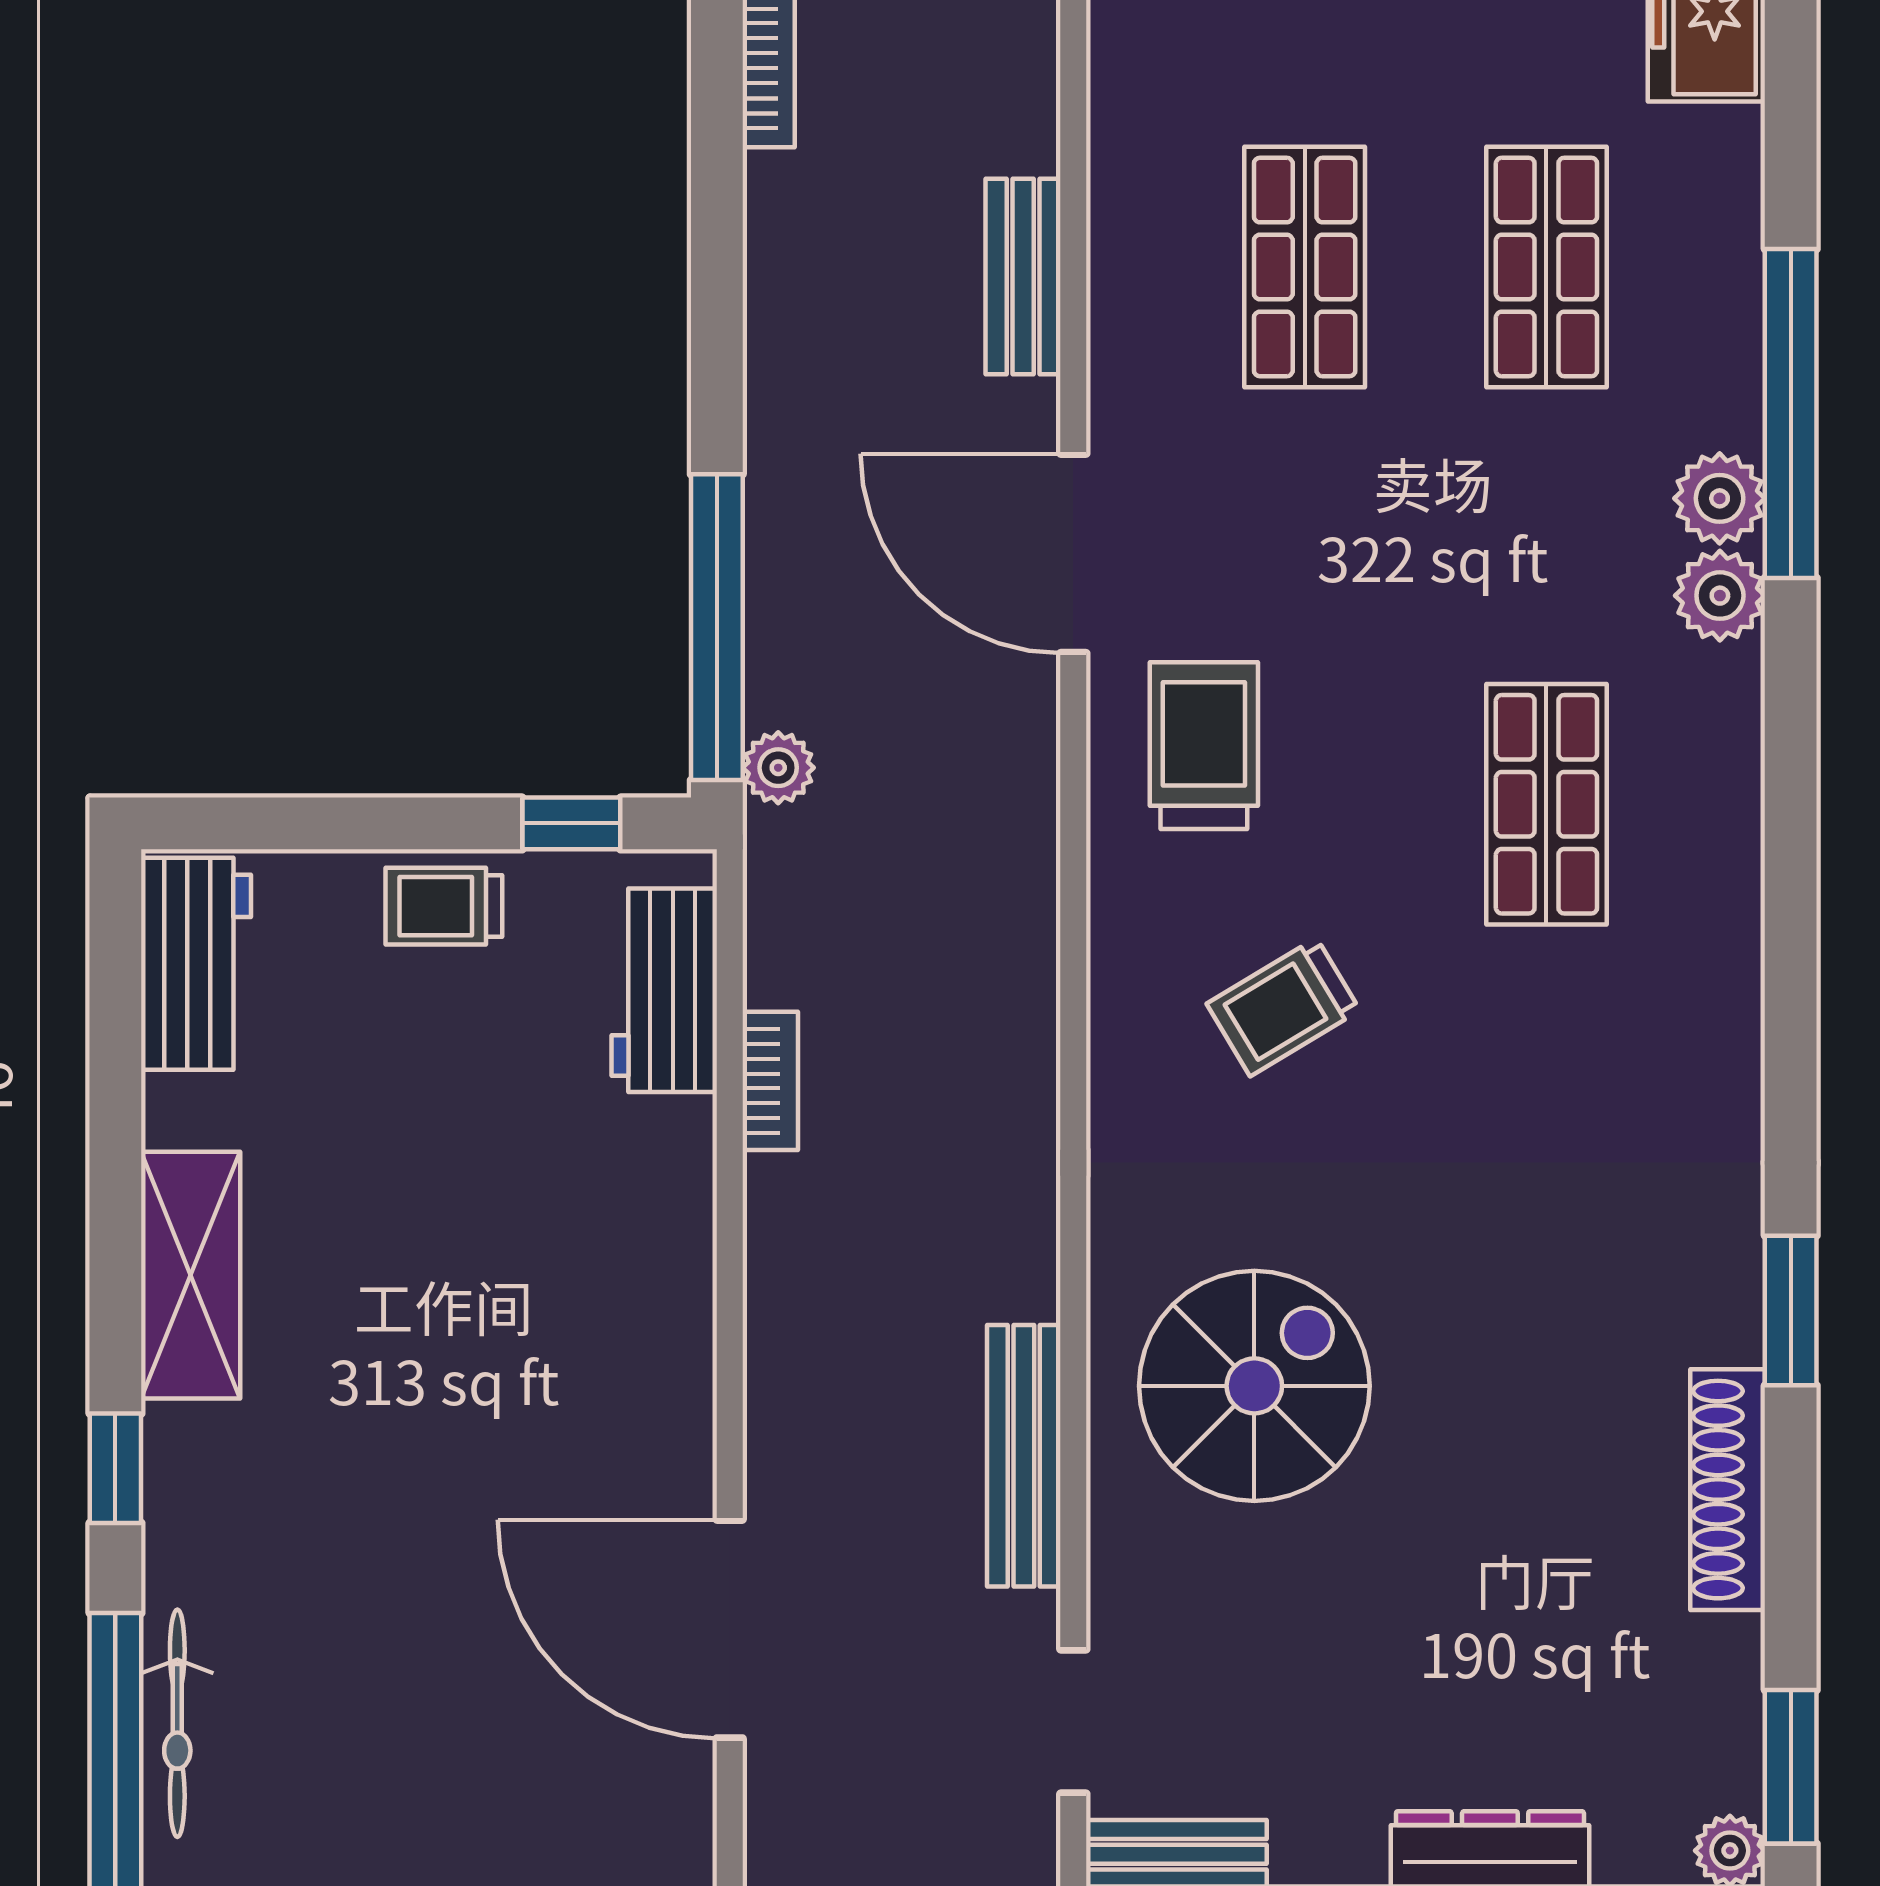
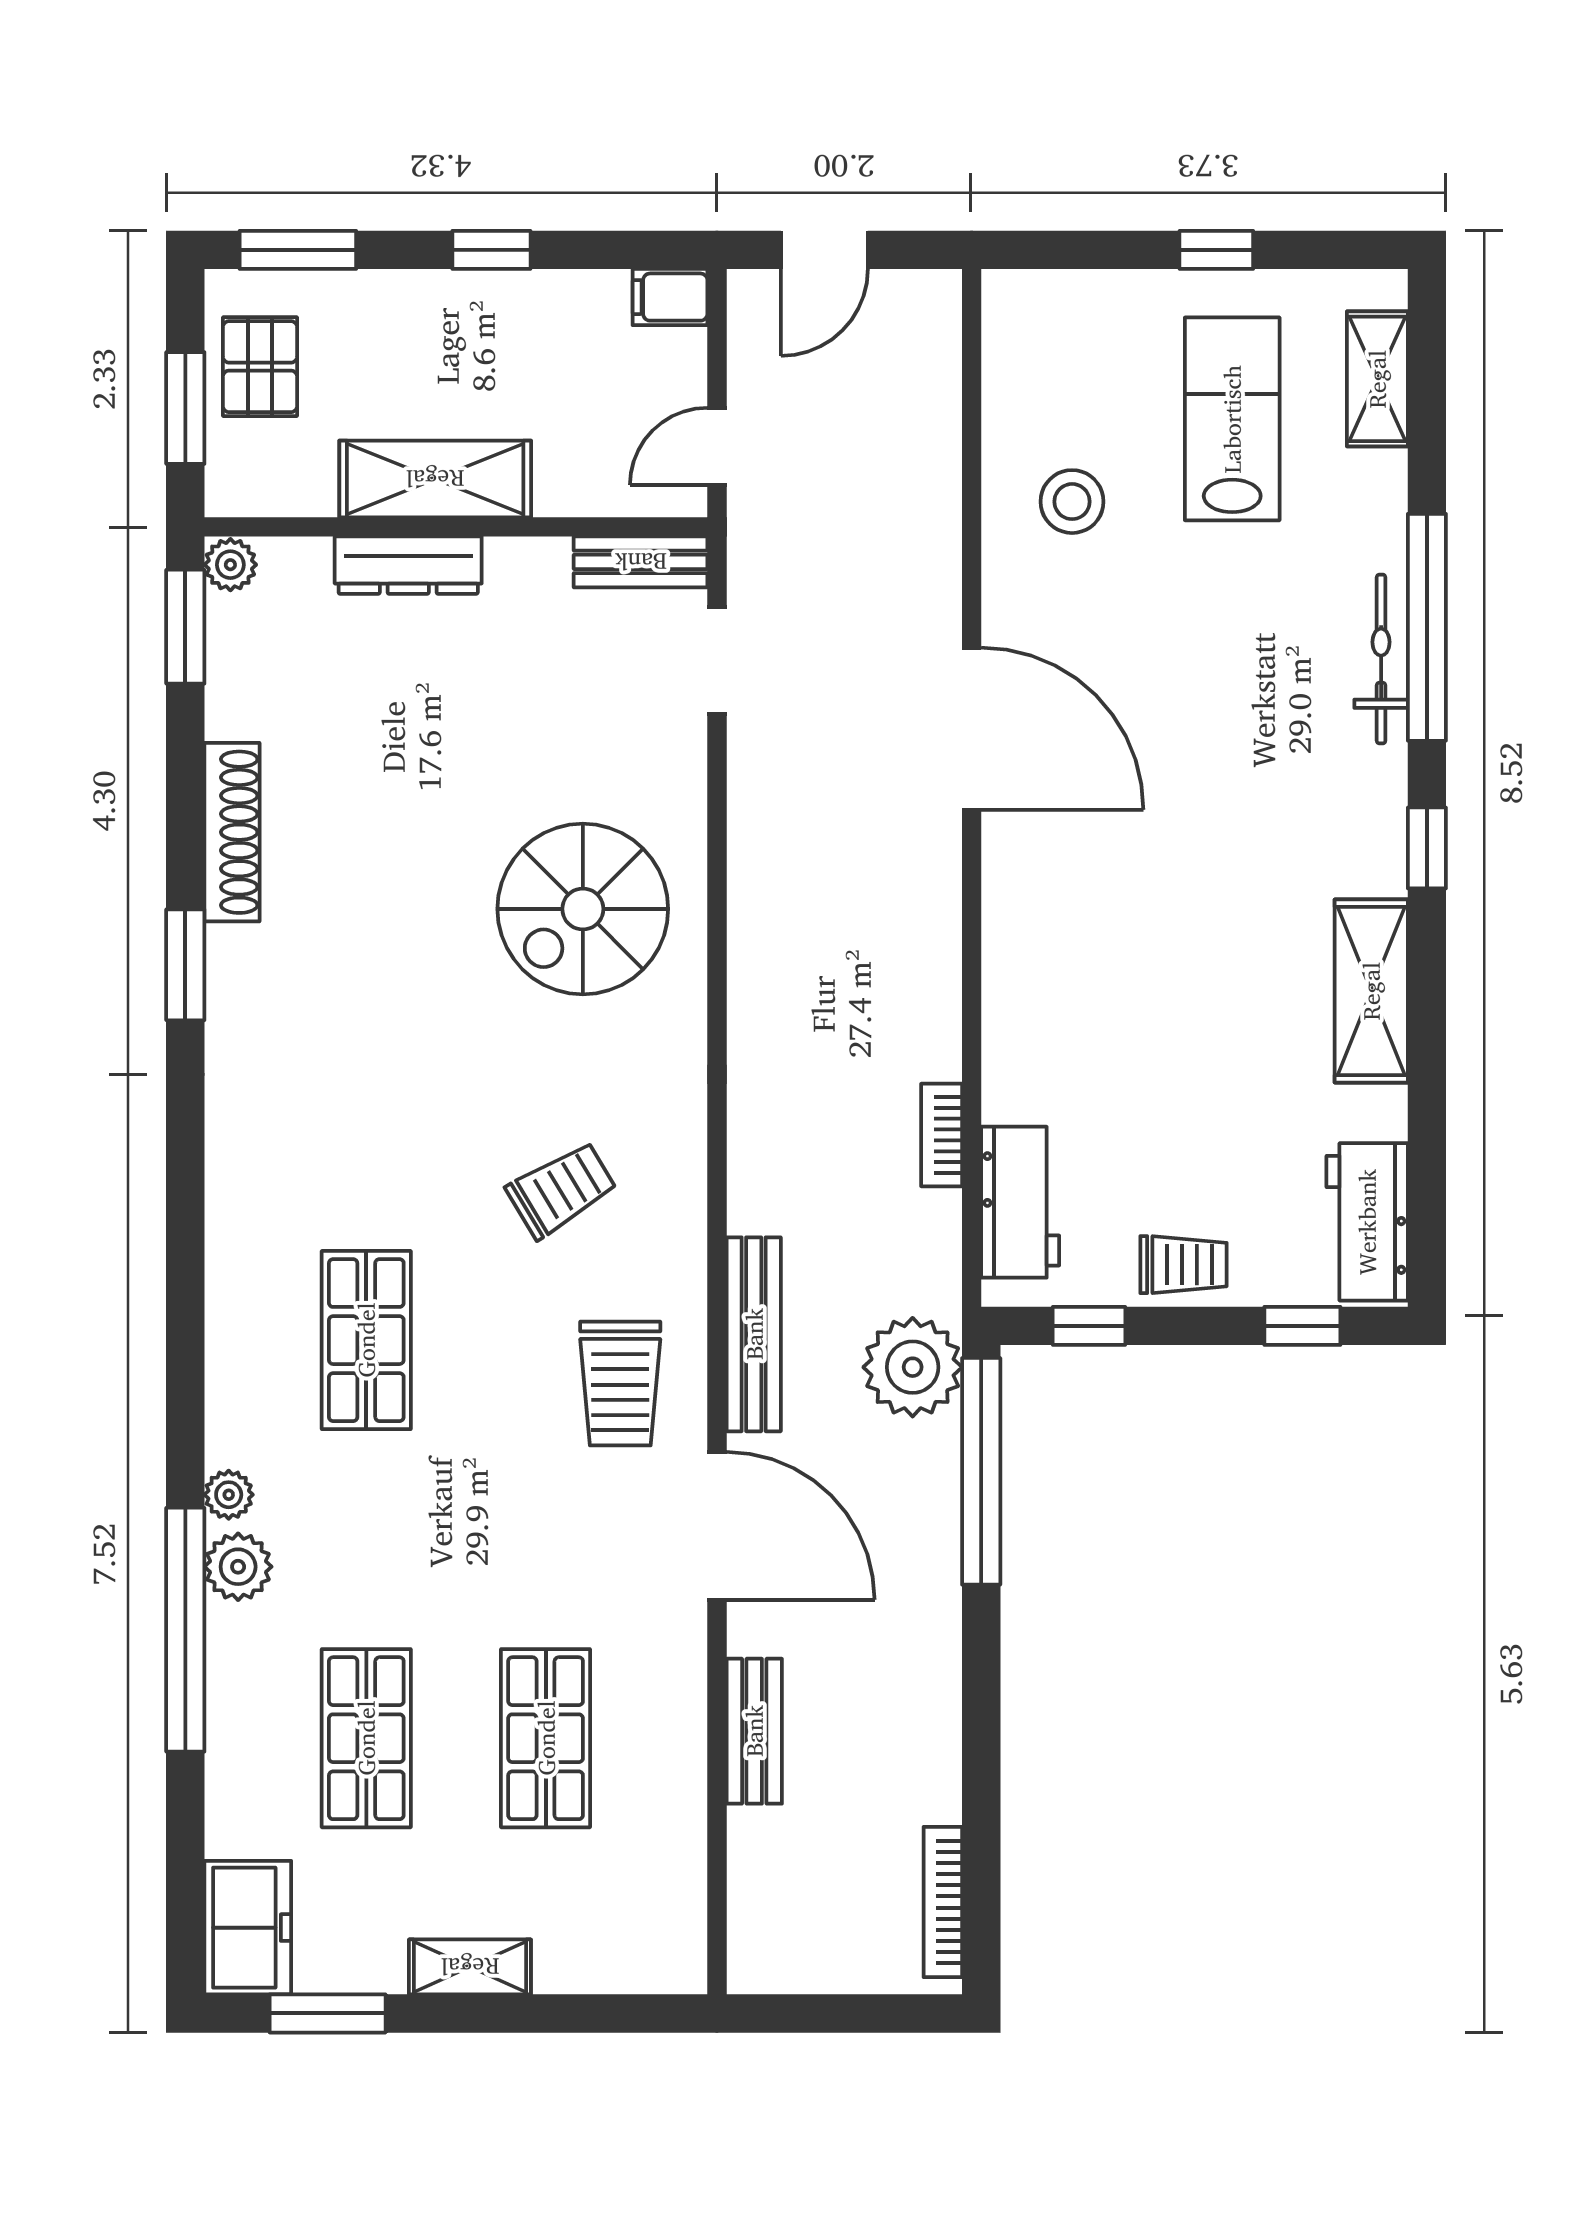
plant: (1720, 596) -> (229, 1495), width x0.73, depth x0.73
plant: (778, 768) -> (913, 1367), width x1.87, depth x1.87
window: (283, 823) -> (1302, 1326), added
bench: (1024, 1456) -> (754, 1334), moved

